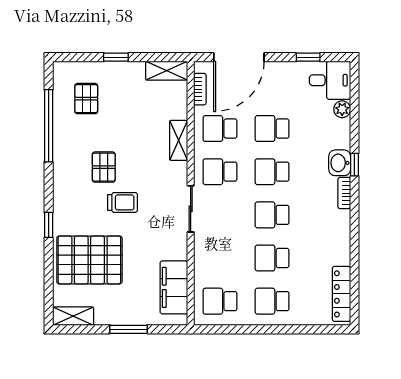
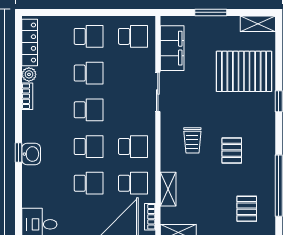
plant: (342, 109) -> (29, 74), moved
shelving: (179, 140) -> (168, 189), moved
bookcase: (344, 193) -> (27, 96), moved
trolley: (123, 202) -> (192, 140), moved, turned -90
sliding door: (191, 209) -> (158, 92), moved

